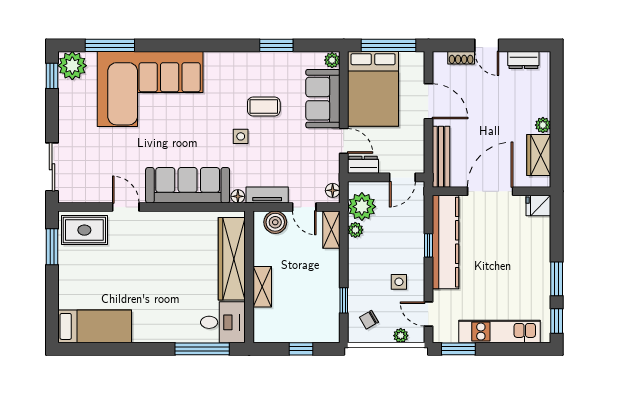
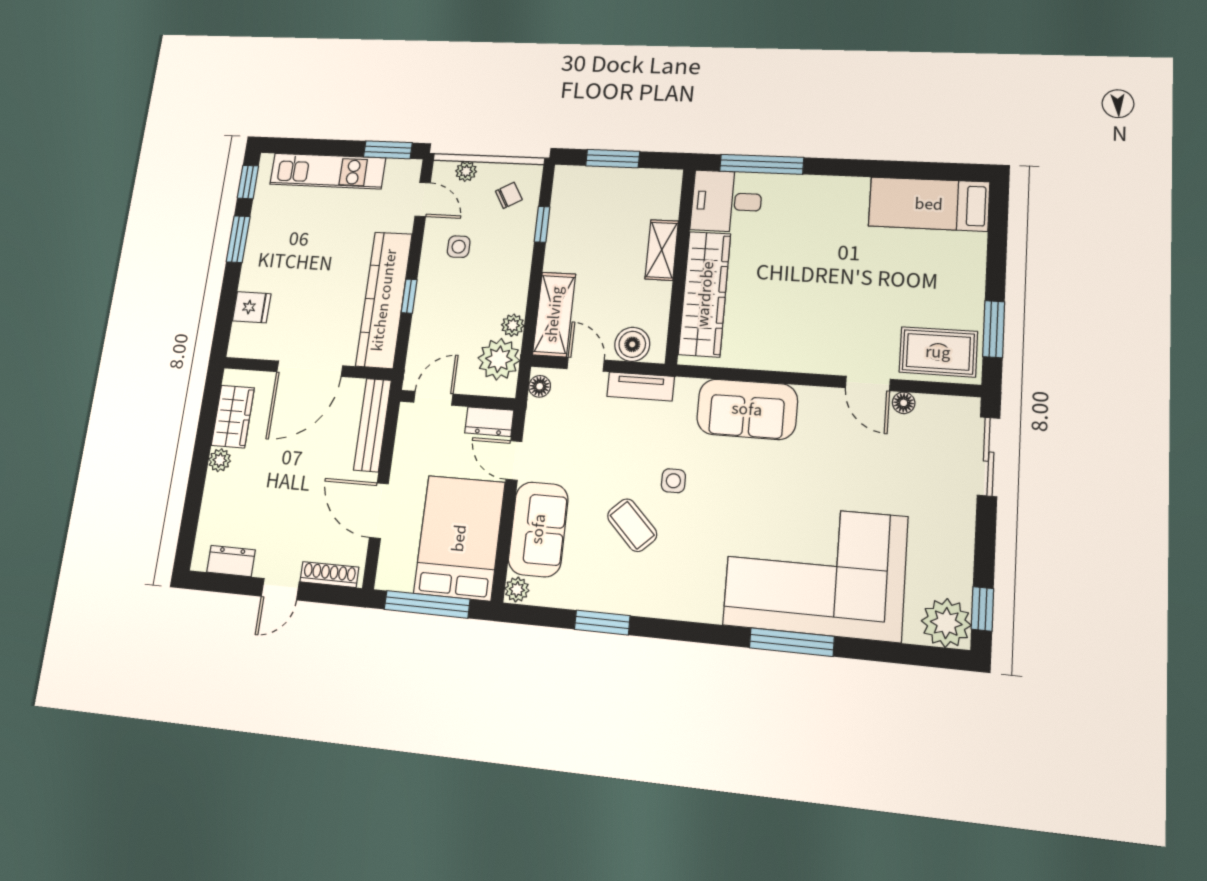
window: (110, 45) -> (792, 642), moved
door: (487, 45) -> (280, 589), swing flipped
shoe rack: (461, 58) -> (329, 574), width x1.43
coffee table: (264, 106) -> (632, 525), turned 46
sofa: (188, 185) -> (747, 409), width x0.73
floor lamp: (238, 196) -> (904, 403), moved
fridge: (538, 205) -> (252, 307), moved
shelving: (331, 230) -> (554, 314), width x1.50, depth x1.33
window: (301, 349) -> (613, 159), width x1.50

